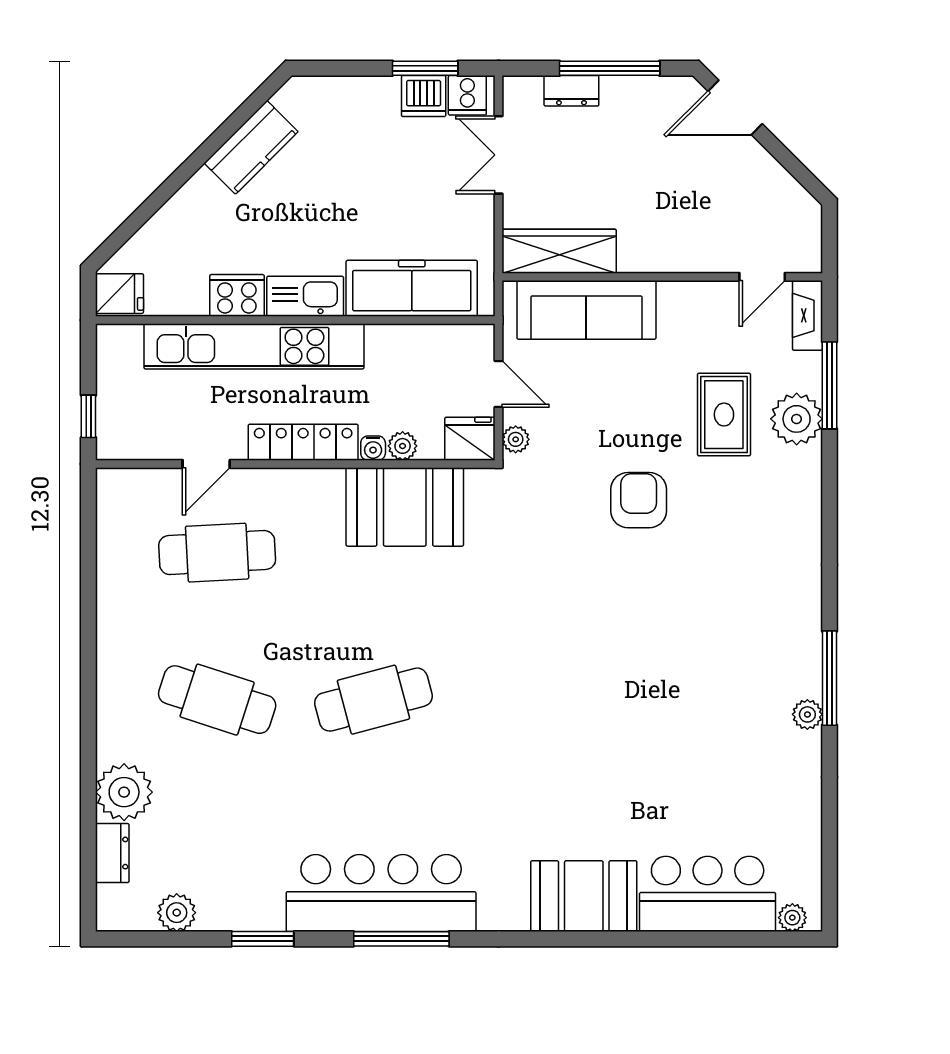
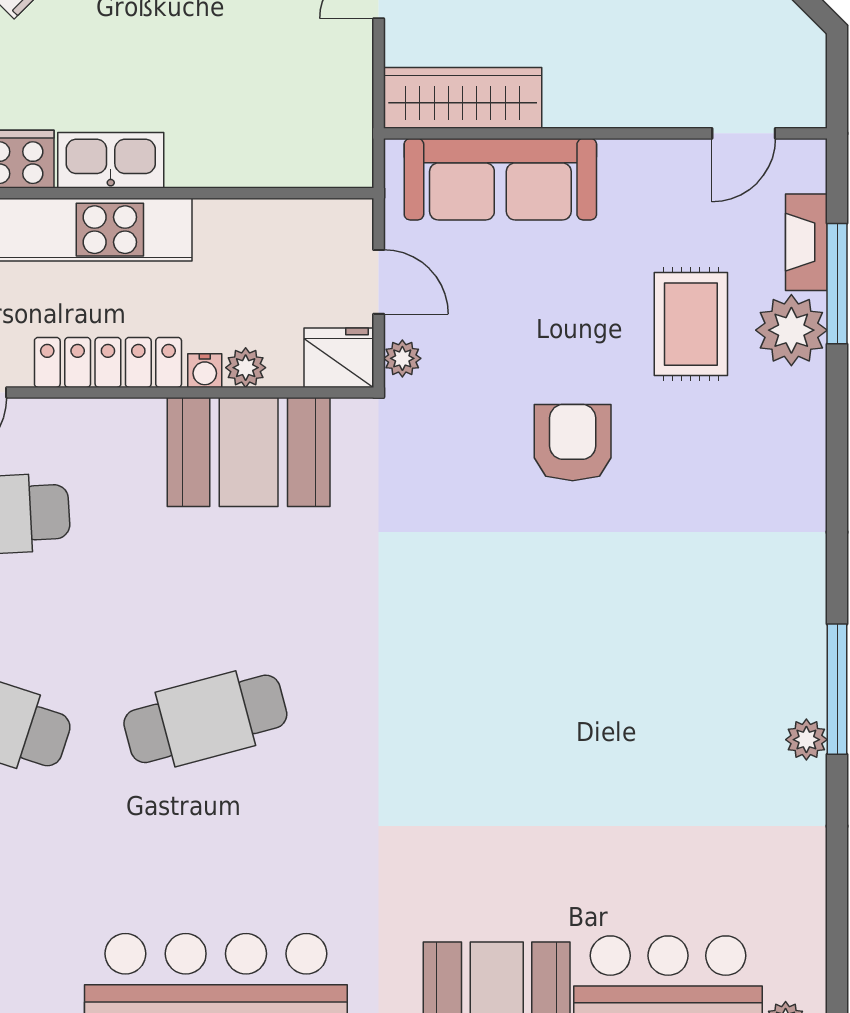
freezer: (412, 288) -> (258, 149), removed
fireplace: (807, 315) -> (806, 242), moved

